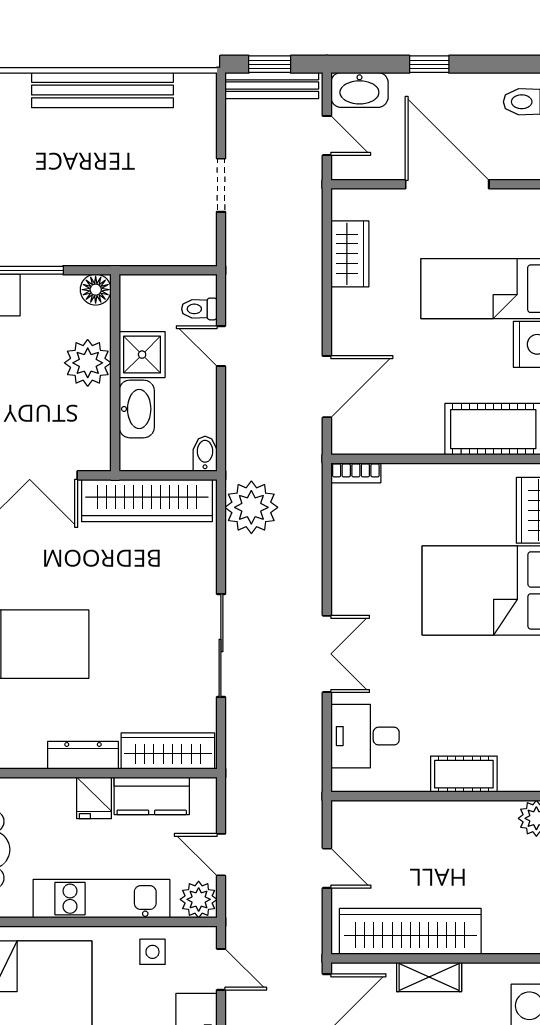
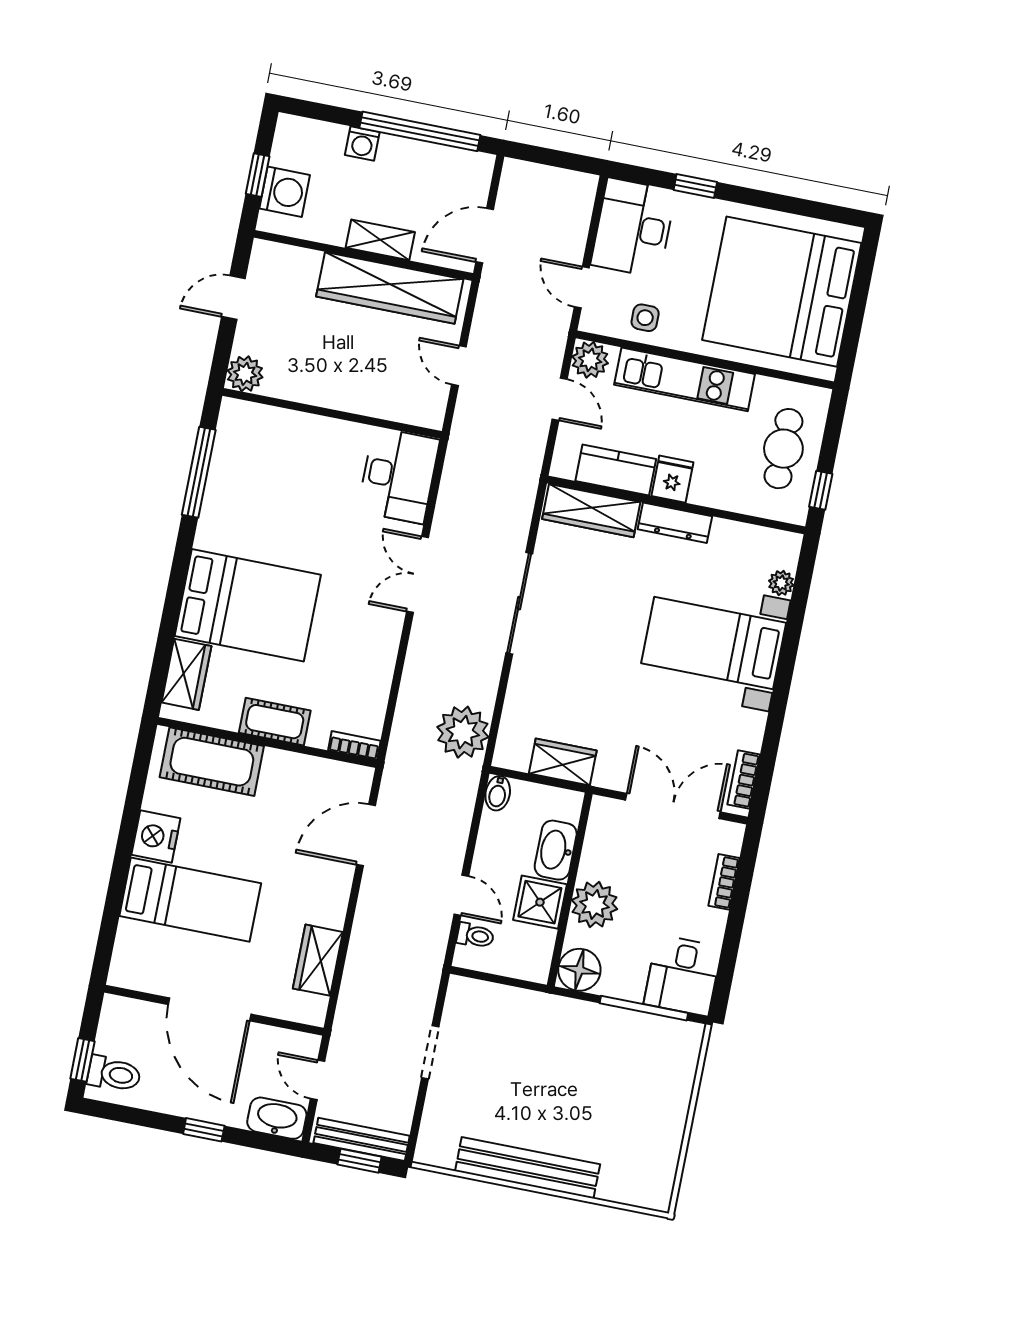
floor lamp: (96, 290) -> (579, 970), width x1.38, depth x1.38
wardrobe: (147, 500) -> (563, 762), width x0.48, depth x0.85
desk: (365, 736) -> (398, 476), width x1.37
cot: (464, 774) -> (275, 722), moved

